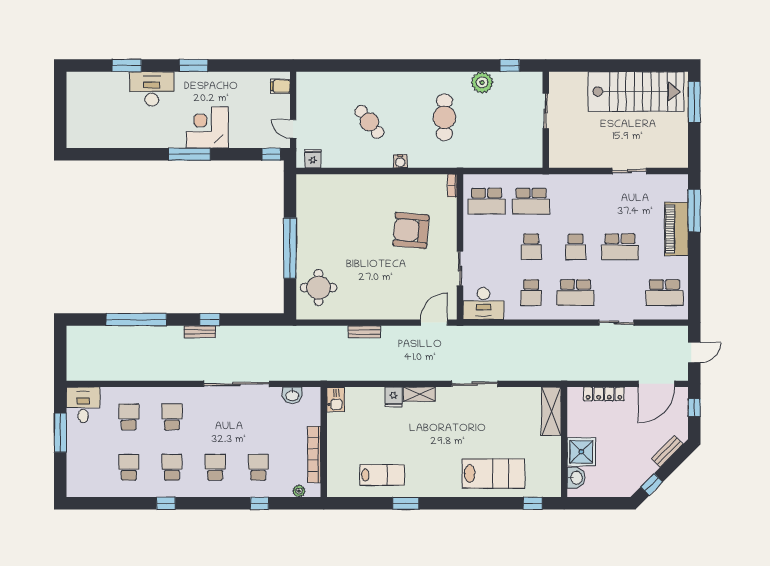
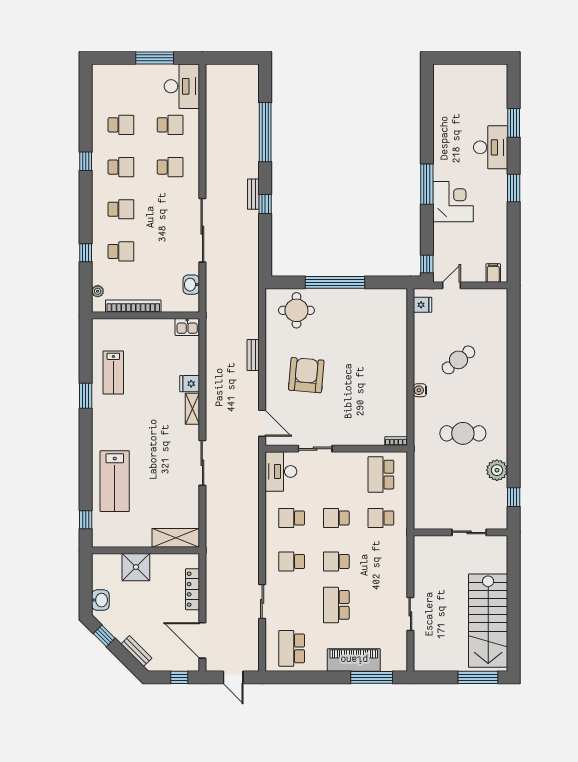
school desk: (531, 201) -> (381, 518), width x0.54
armchair: (411, 230) -> (306, 375), moved
school desk: (576, 293) -> (292, 561), width x0.54
desk: (83, 405) -> (182, 86), width x1.37
washbasin: (576, 478) -> (100, 600), moved, turned -90

